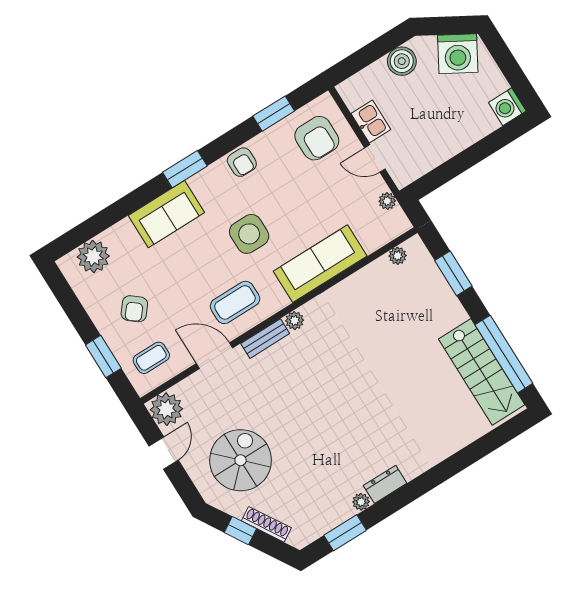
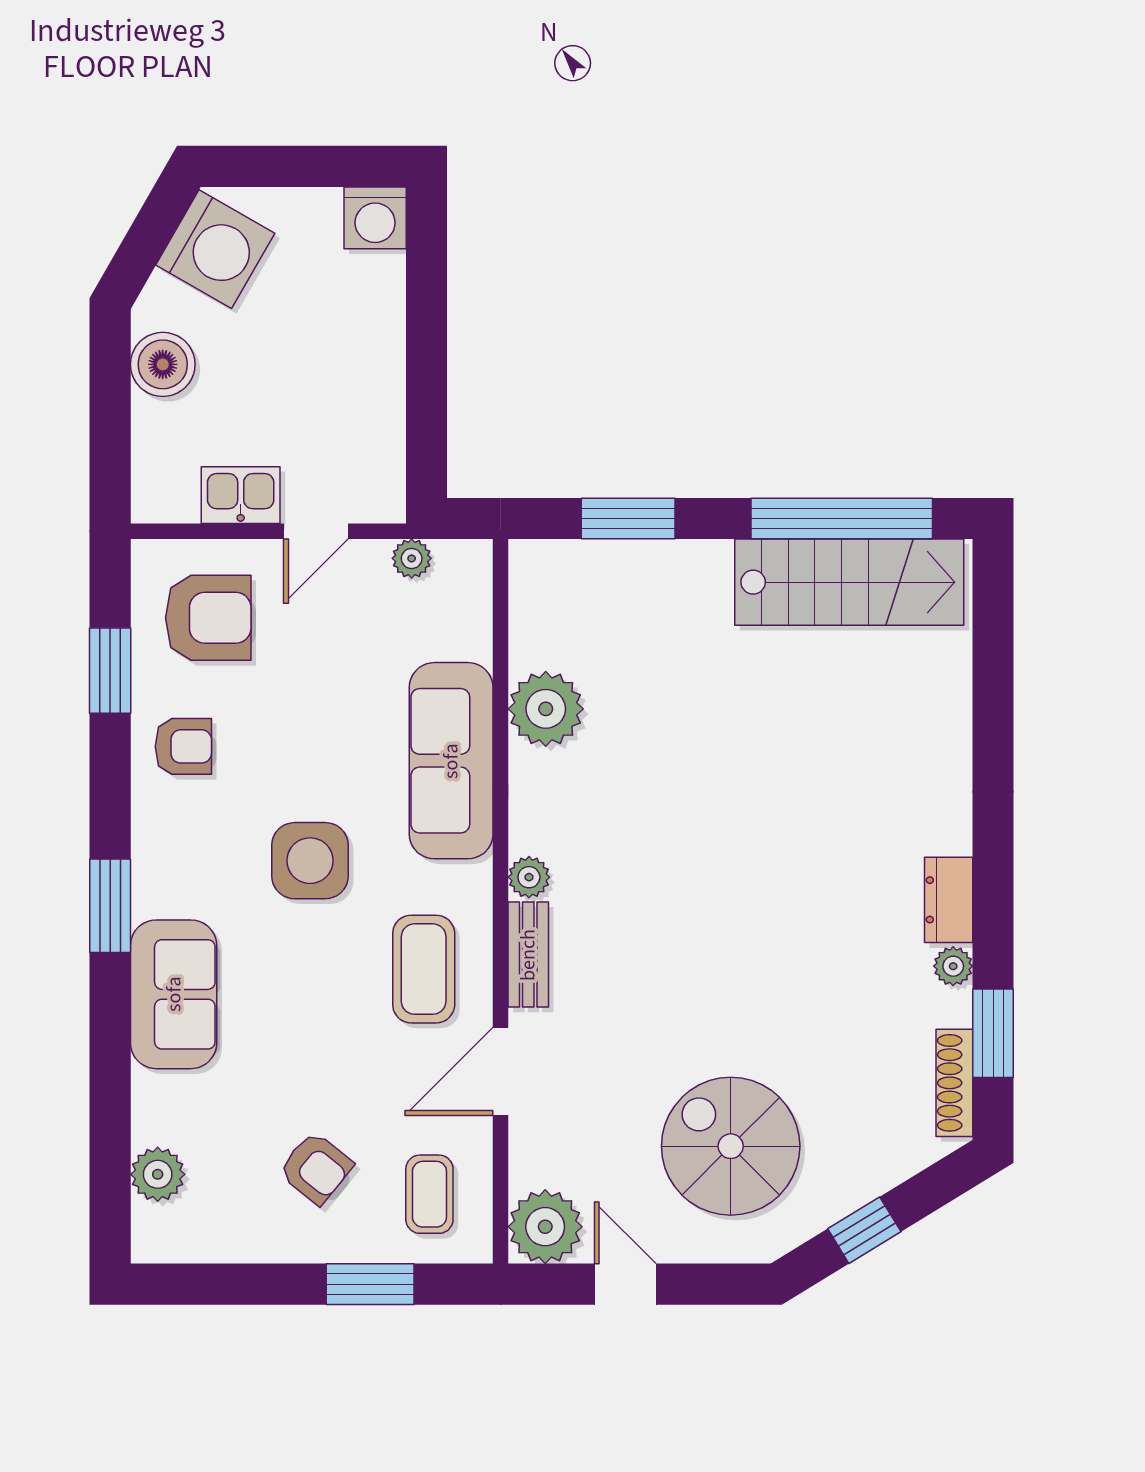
armchair: (242, 162) -> (183, 746), moved
plant: (93, 256) -> (158, 1174), width x0.73, depth x0.73
plant: (398, 256) -> (546, 709), moved, width x1.88, depth x1.88
shoe rack: (266, 524) -> (954, 1083), moved, turned -59

